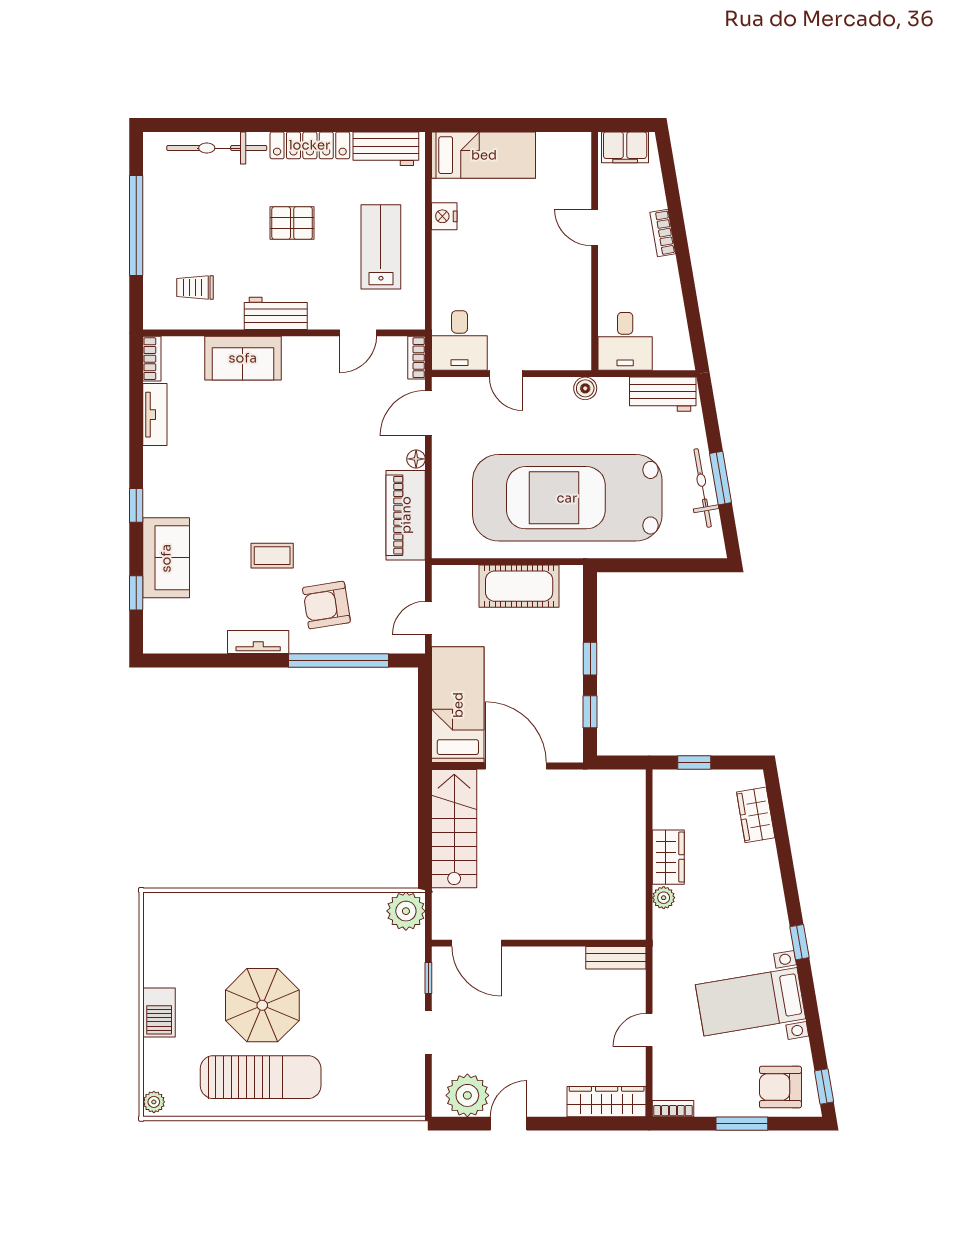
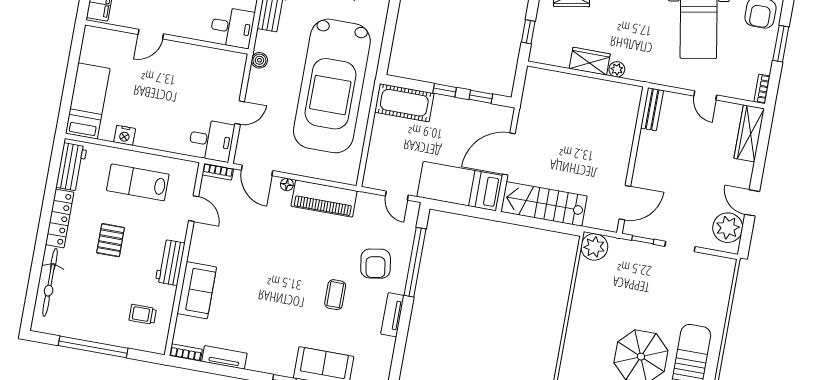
trolley: (195, 287) -> (143, 314), turned 90
cot: (519, 586) -> (404, 103), moved, turned 90

